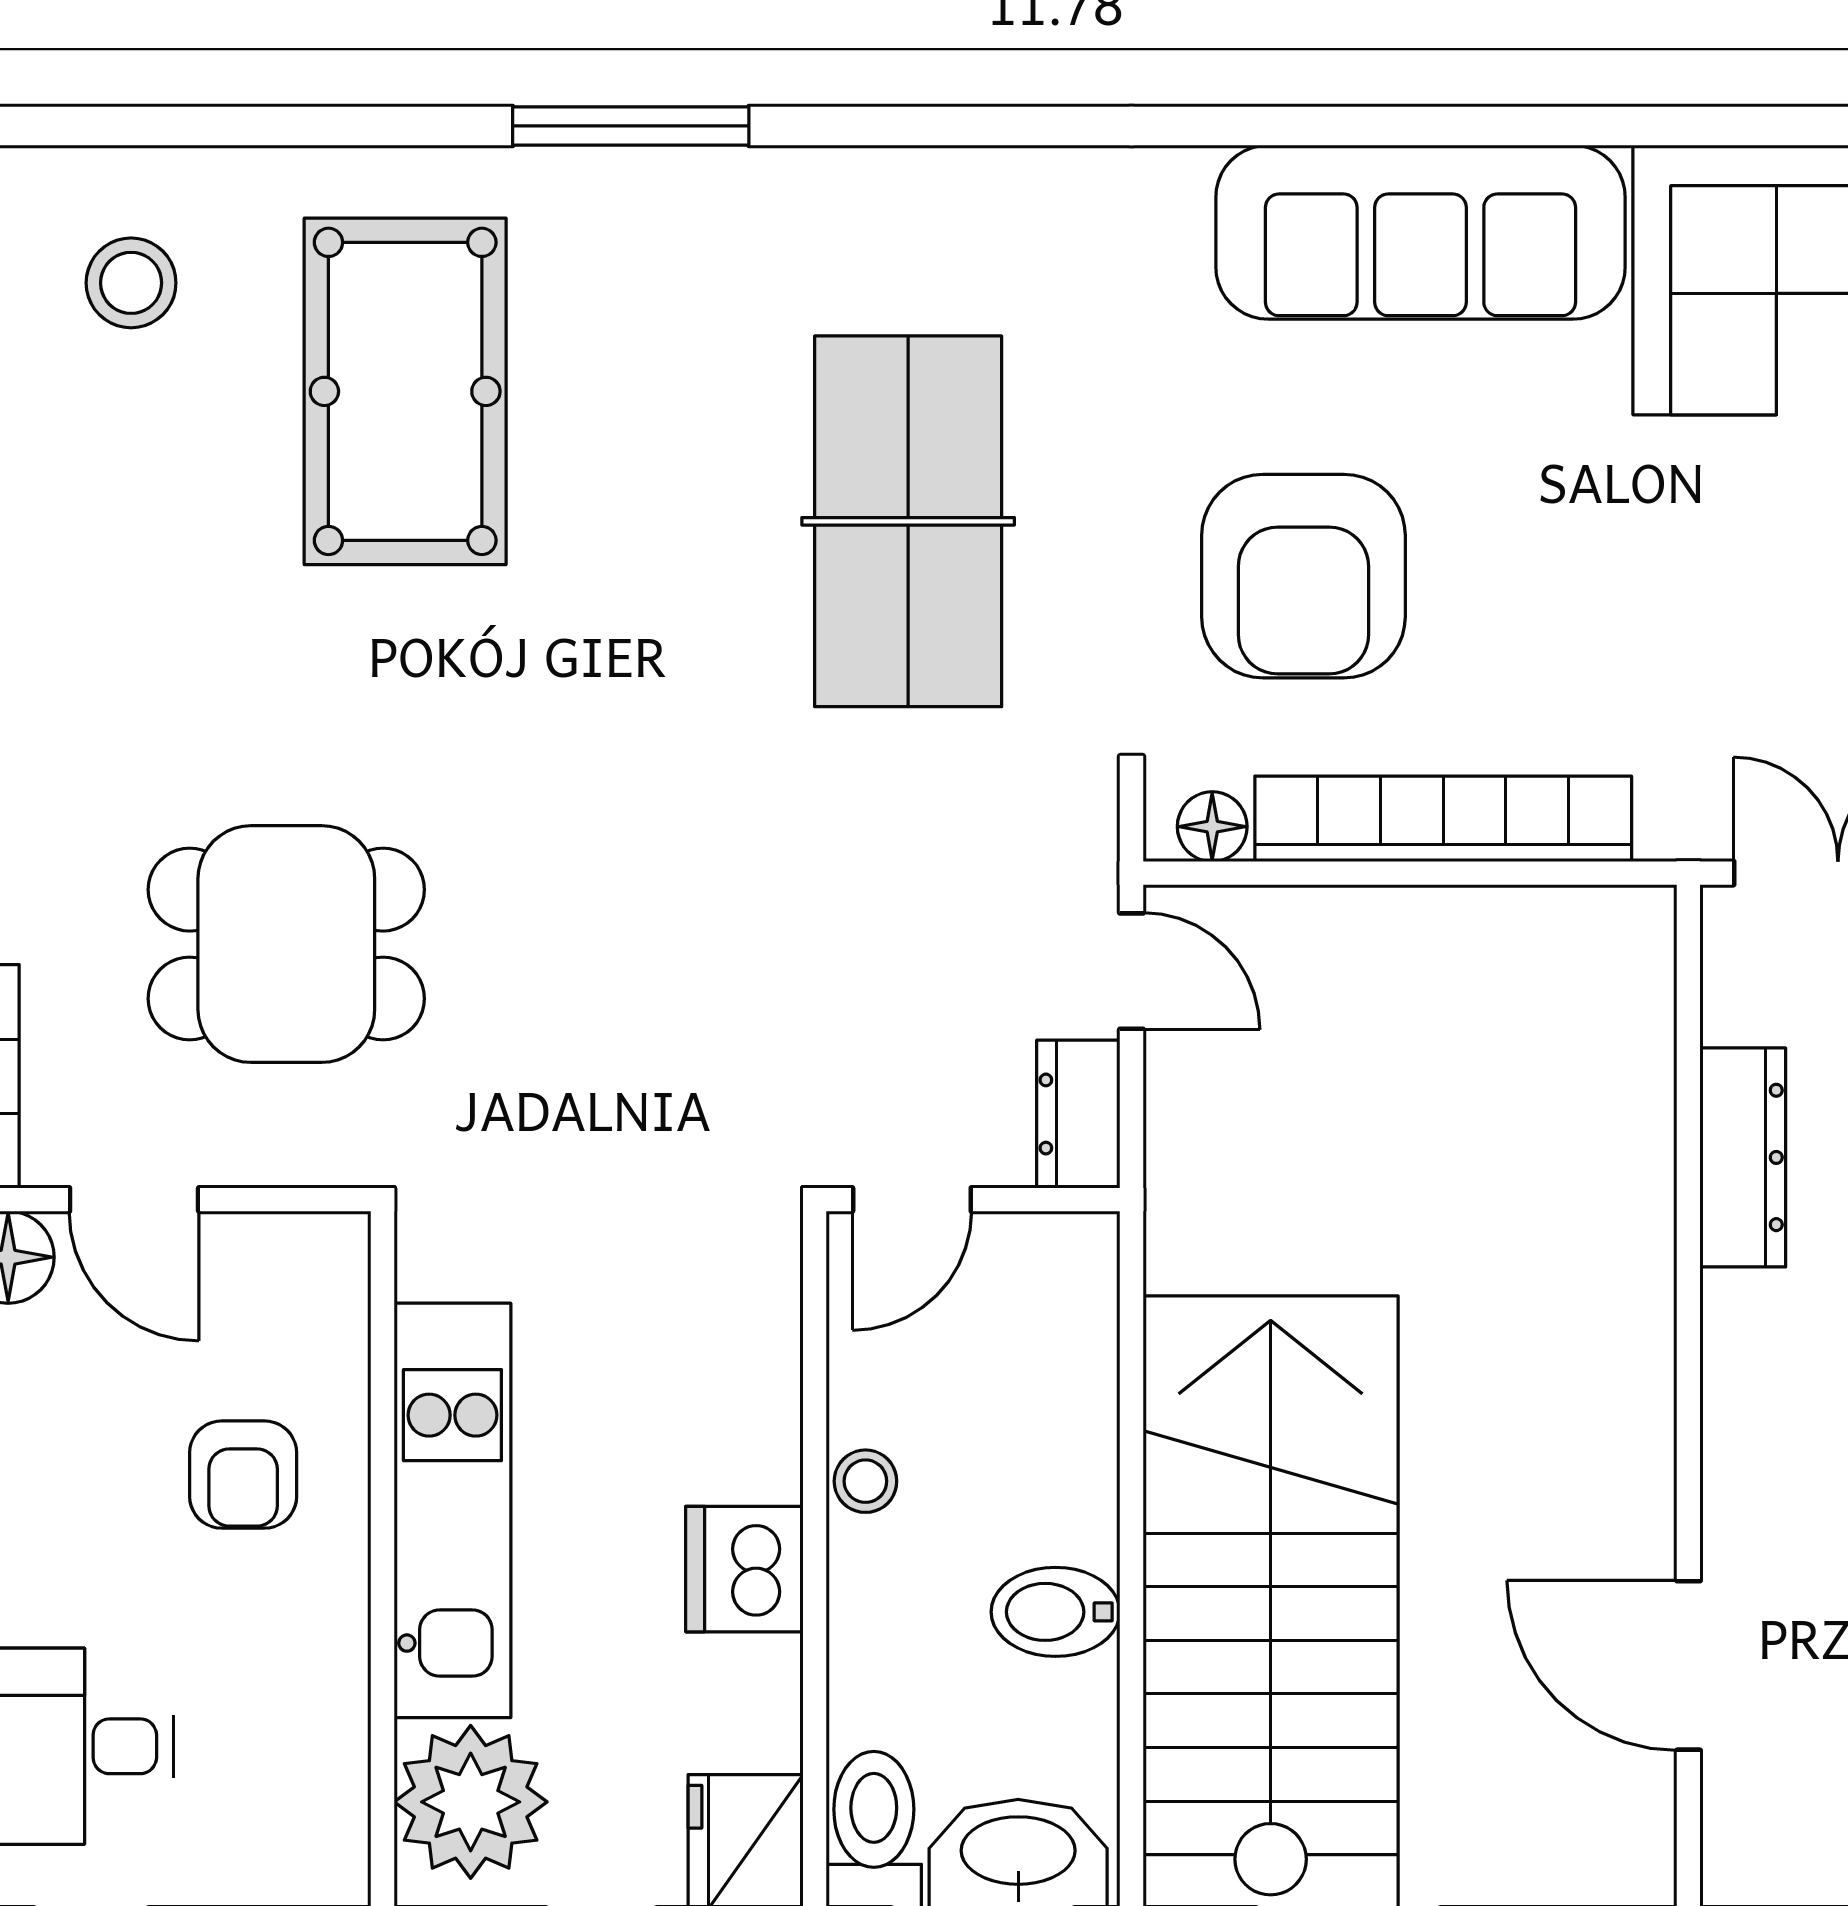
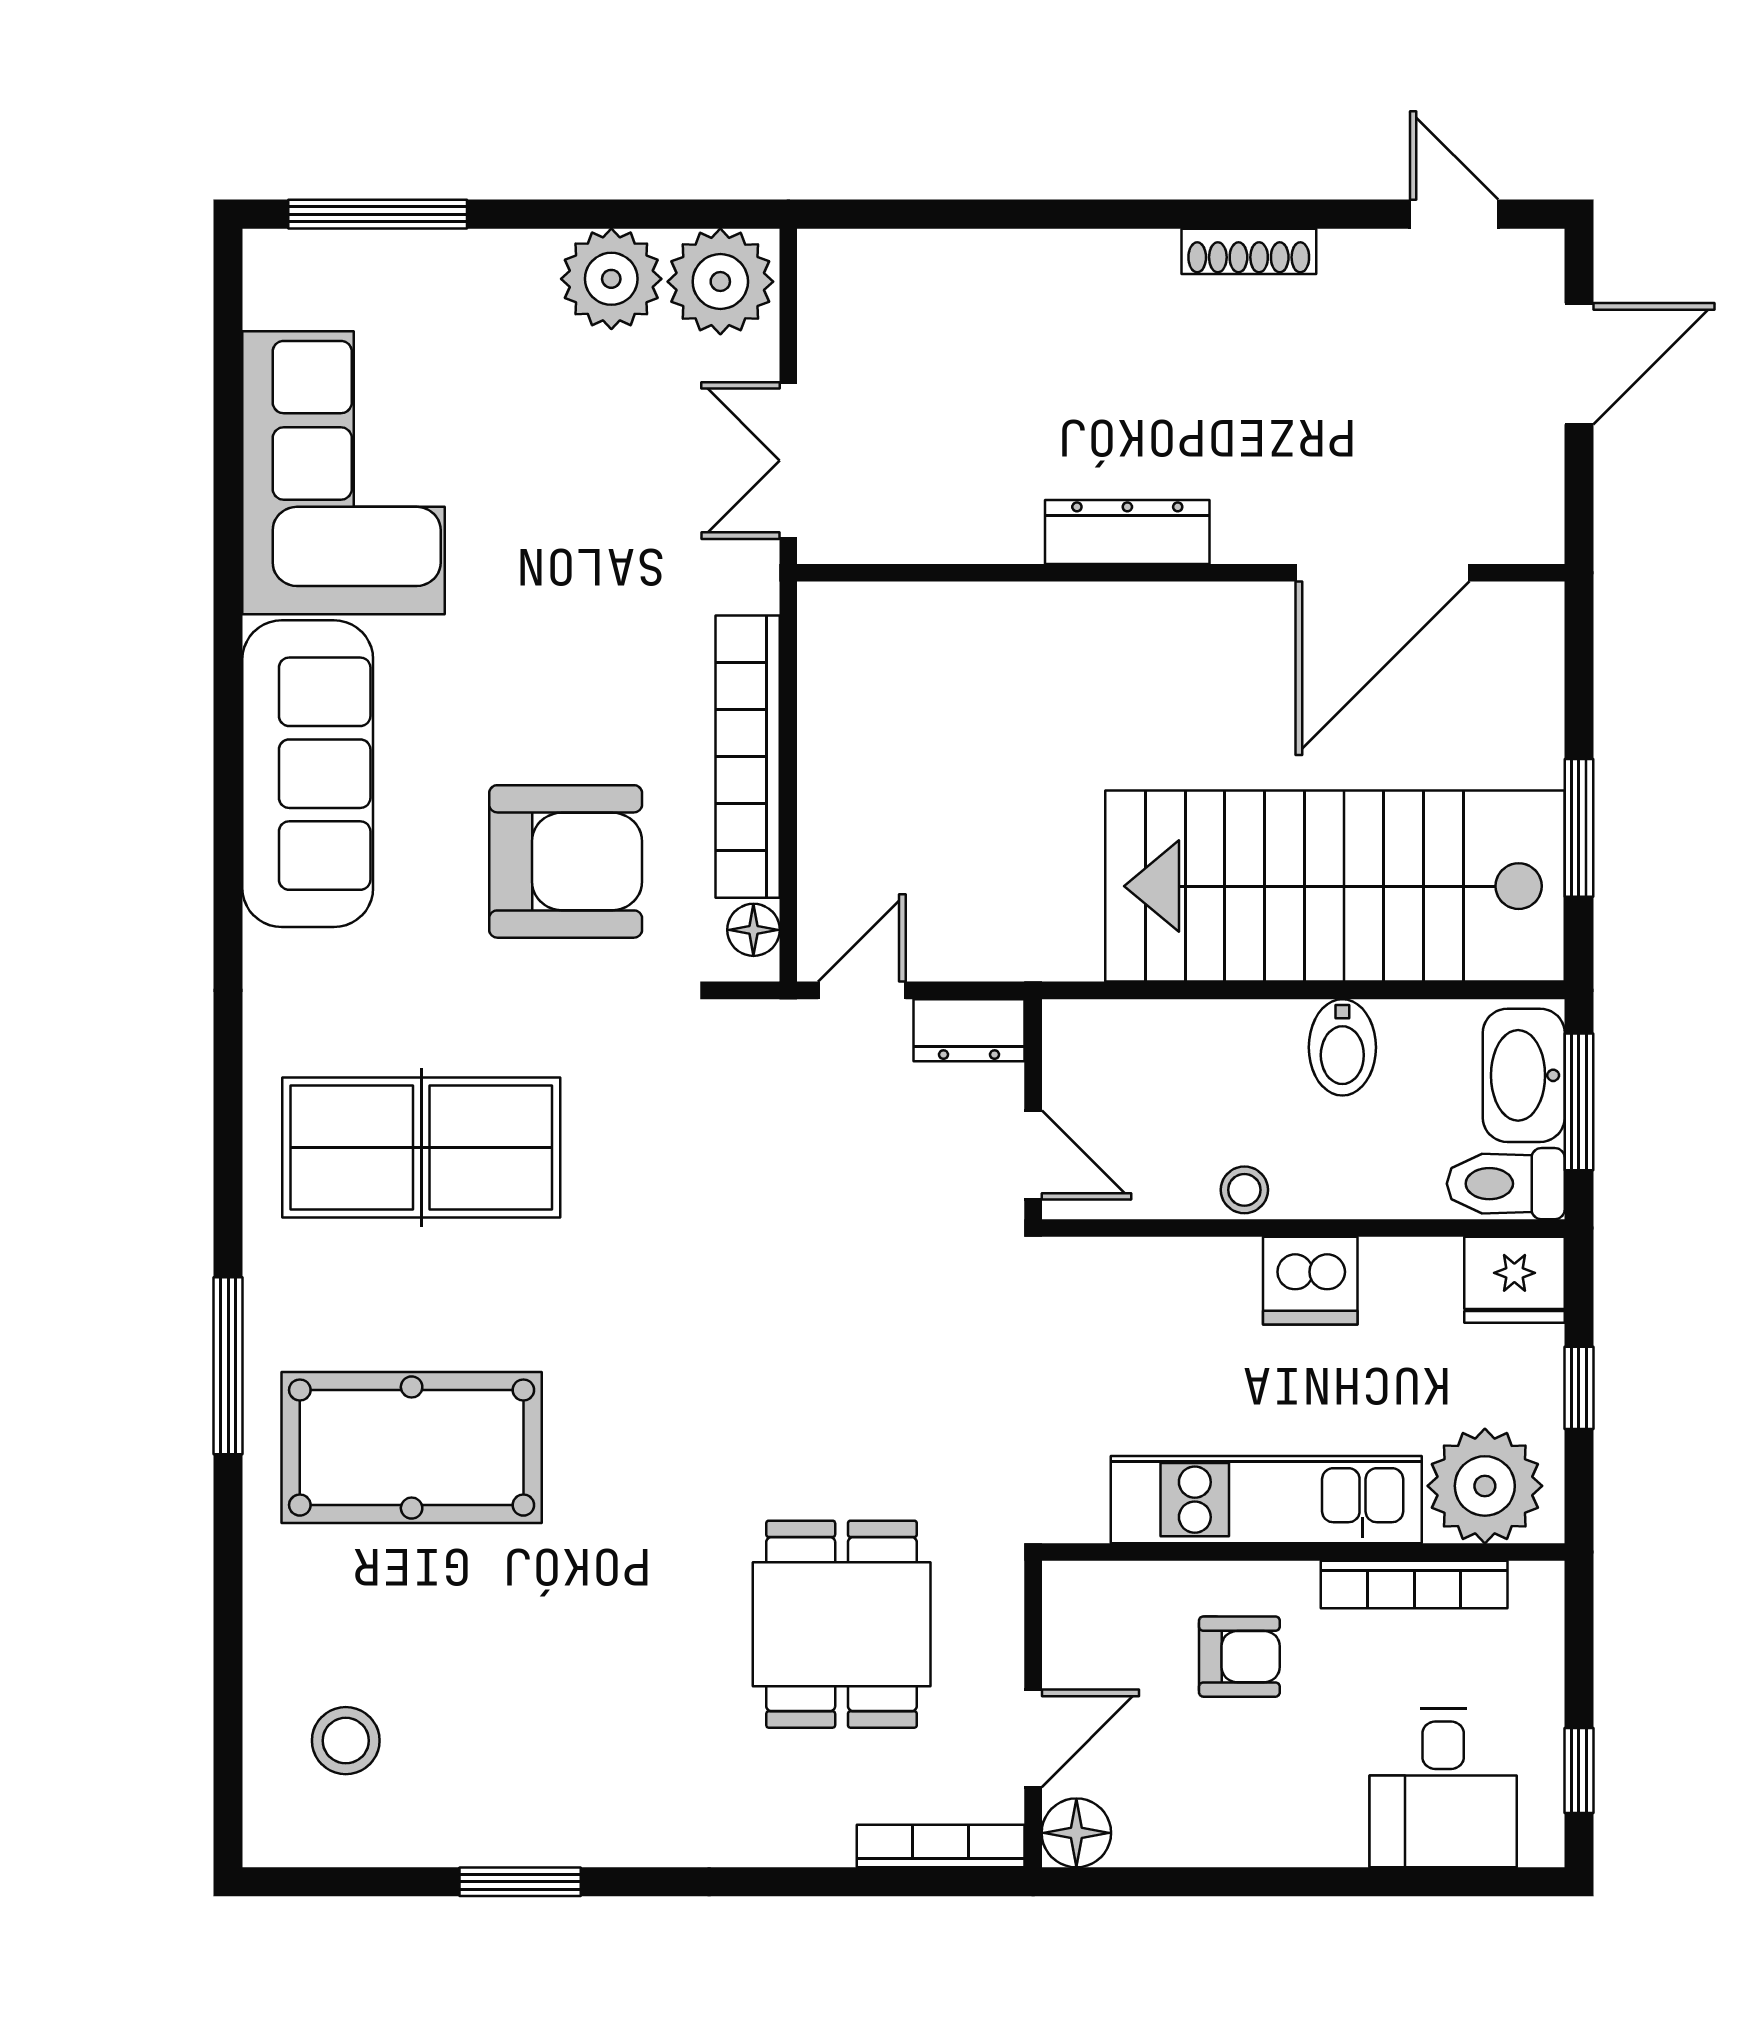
pool table: (405, 391) -> (412, 1448), moved
table tennis table: (908, 521) -> (421, 1148), moved
dresser: (1743, 1157) -> (1127, 532), moved
door: (1688, 1665) -> (1383, 573), width x1.36
bookcase: (339, 1708) -> (1414, 1585), added

